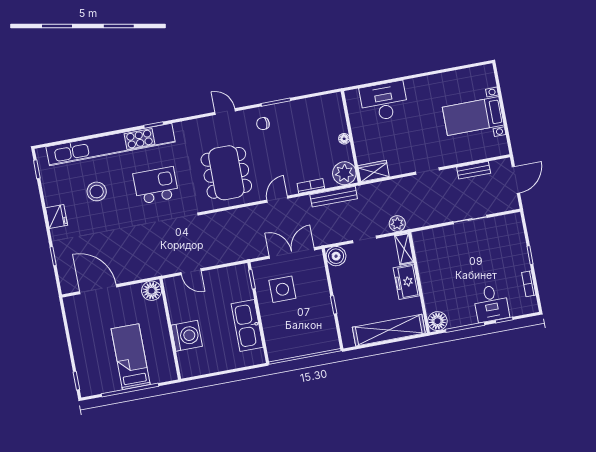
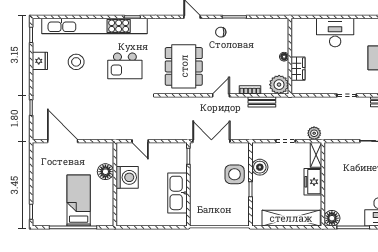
desk: (384, 101) -> (335, 32), moved
wardrobe: (374, 171) -> (298, 69), moved, turned 90
kitchen island: (156, 185) -> (125, 66), turned 180
bench: (334, 197) -> (262, 102), width x0.73
fridge: (57, 216) -> (40, 61), moved
double door: (292, 253) -> (211, 141), moved
boiler: (336, 256) -> (260, 167), moved
side table: (282, 289) -> (235, 174), moved
floor lamp: (152, 291) -> (105, 172), moved
washing machine: (187, 336) -> (127, 177), moved

